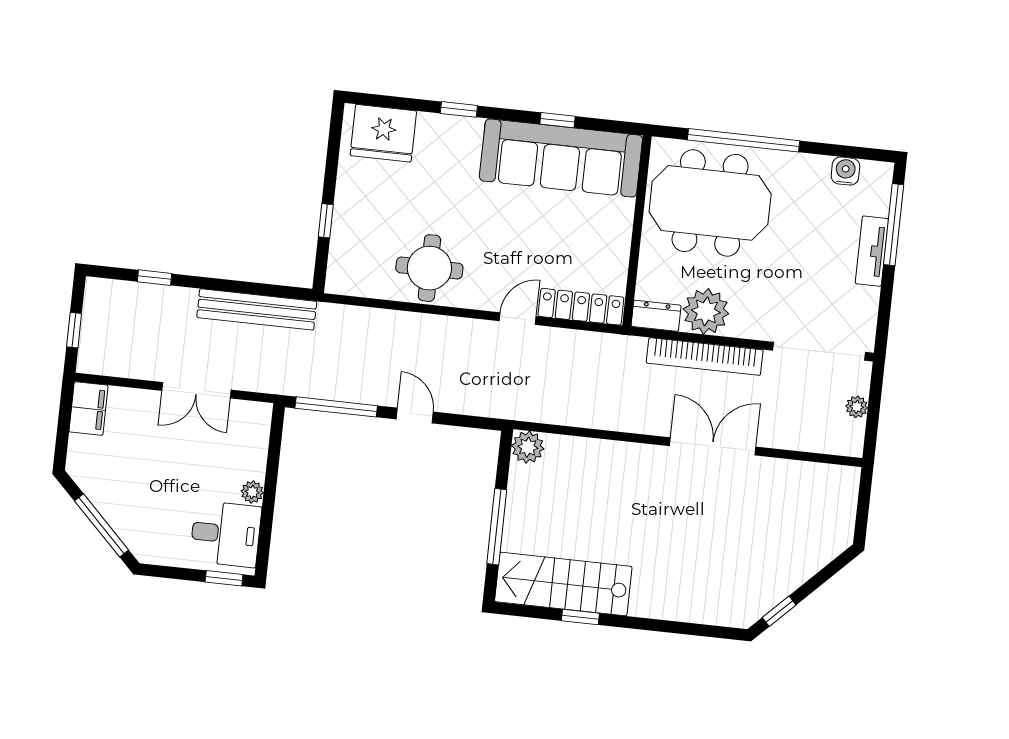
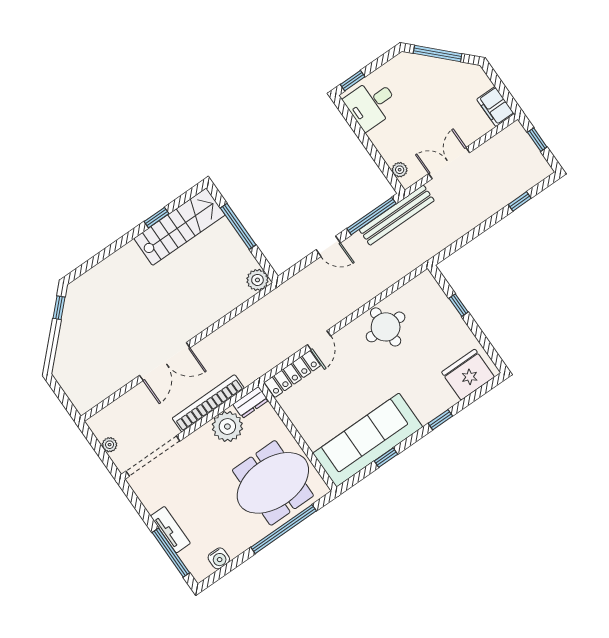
bench: (257, 309) -> (397, 215), moved
plant: (252, 492) -> (400, 170), moved

